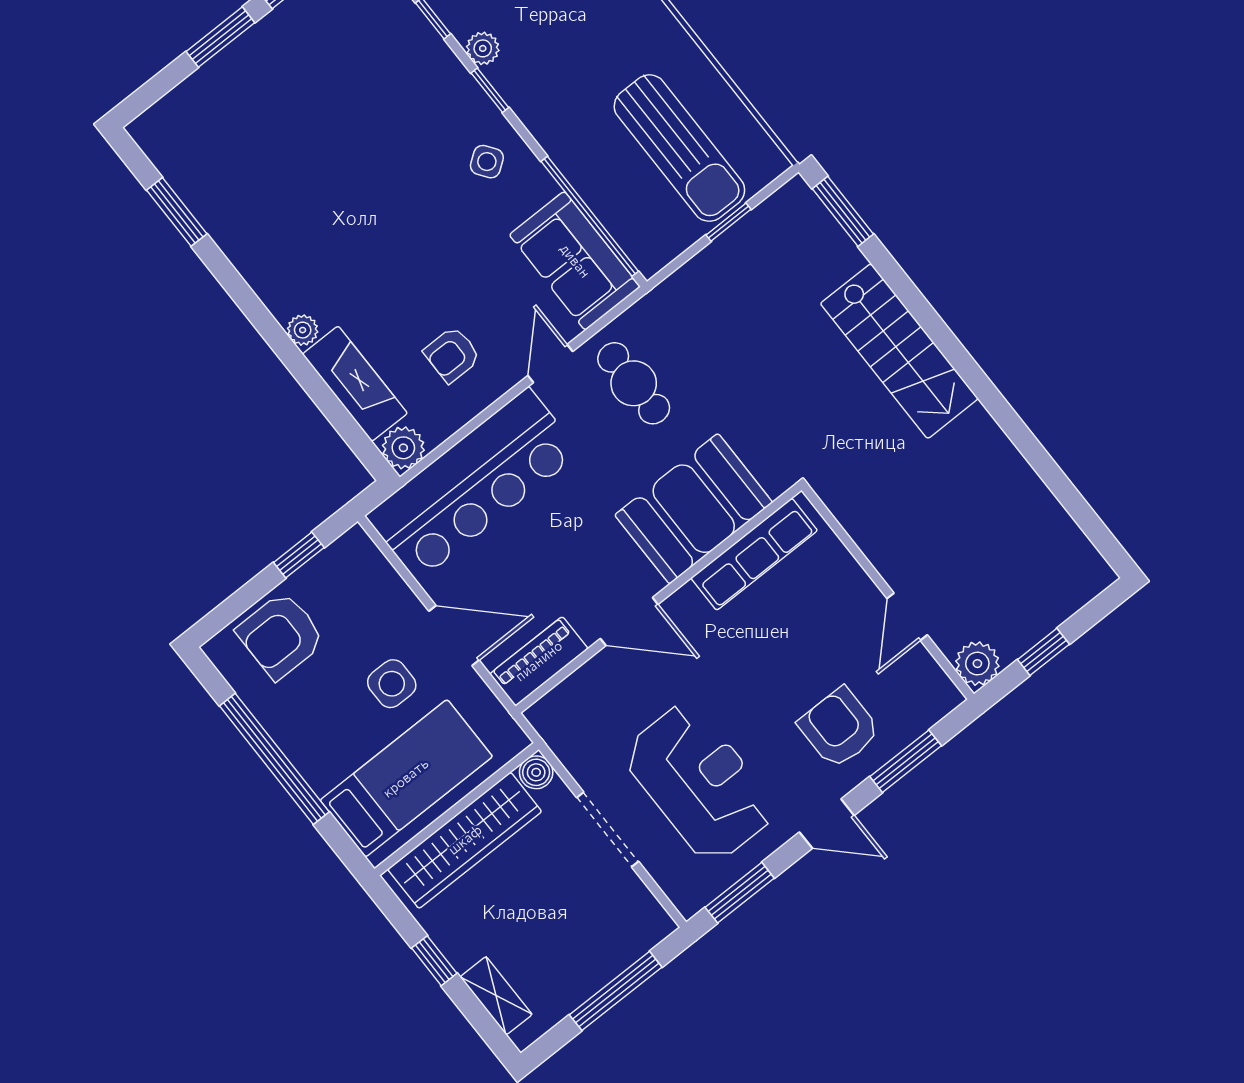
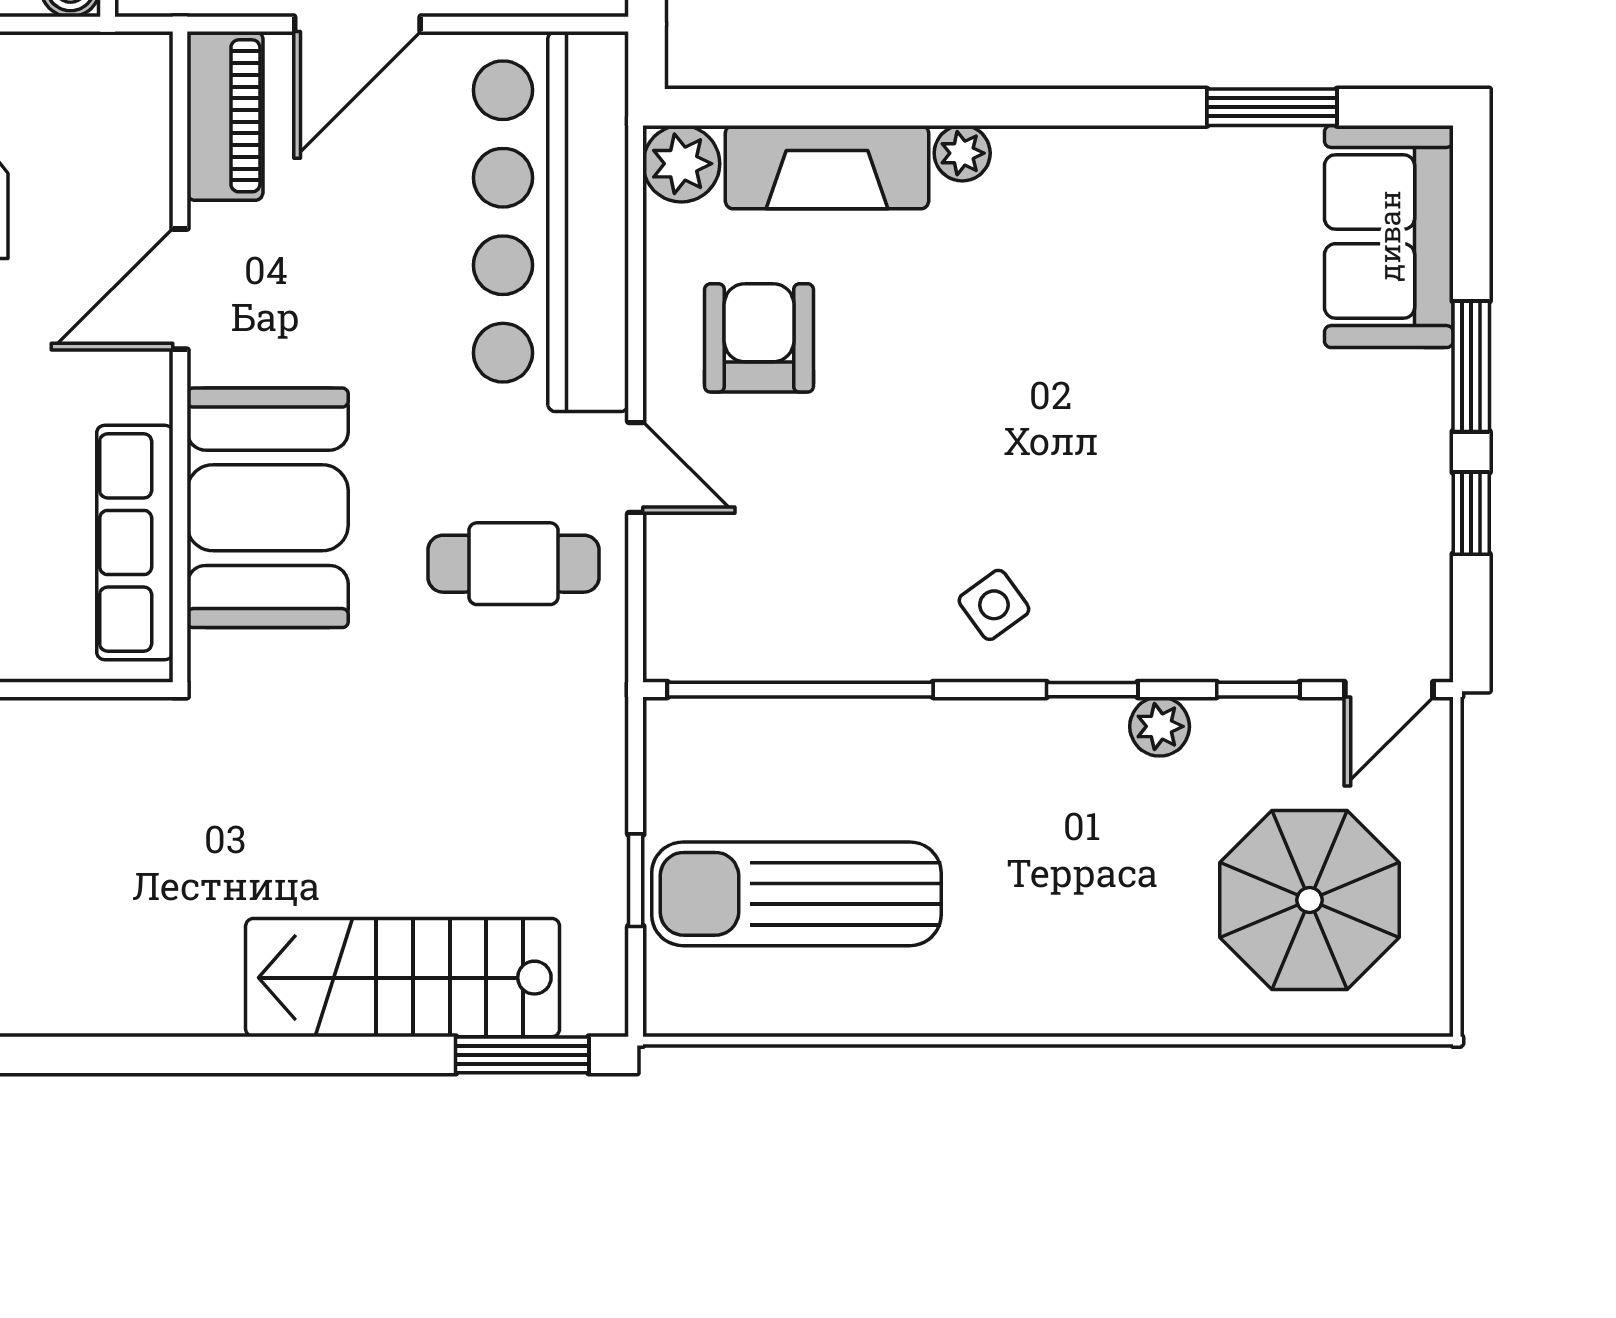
sofa: (575, 261) -> (1389, 236), moved, turned -90
stairs: (899, 351) -> (403, 978), moved
armchair: (452, 355) -> (759, 338), width x1.38, depth x1.38

